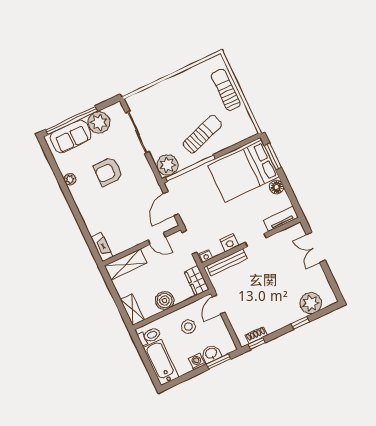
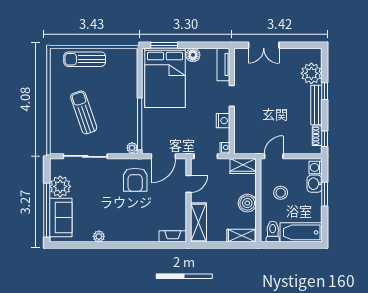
sun lounger: (202, 134) -> (84, 112), moved
plant: (167, 165) -> (132, 148), width x0.53, depth x0.53
armchair: (108, 172) -> (135, 180), moved
door: (171, 204) -> (163, 156), hinge flipped
bench: (227, 262) -> (316, 105), moved
door: (219, 305) -> (274, 156), swing flipped
window: (219, 361) -> (325, 194), moved
washing machine: (197, 362) -> (316, 167), moved

